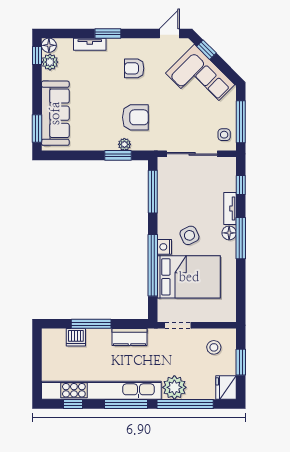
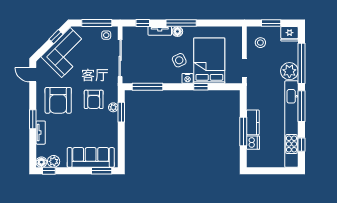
window: (206, 50) -> (56, 37), moved
armchair: (134, 68) -> (58, 100), width x1.88, depth x1.88
armchair: (135, 117) -> (94, 99), turned 180
window: (153, 265) -> (201, 87), width x0.32
kitchen counter: (129, 337) -> (253, 122), moved

